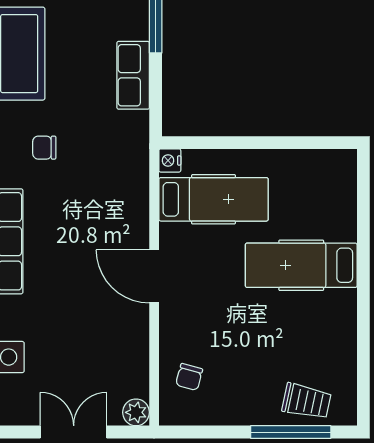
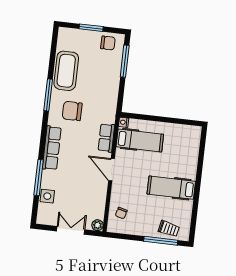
row of seats: (133, 75) -> (106, 138), moved
chair: (44, 148) -> (72, 111), width x1.87, depth x1.87
hospital bed: (301, 265) -> (171, 188), moved

